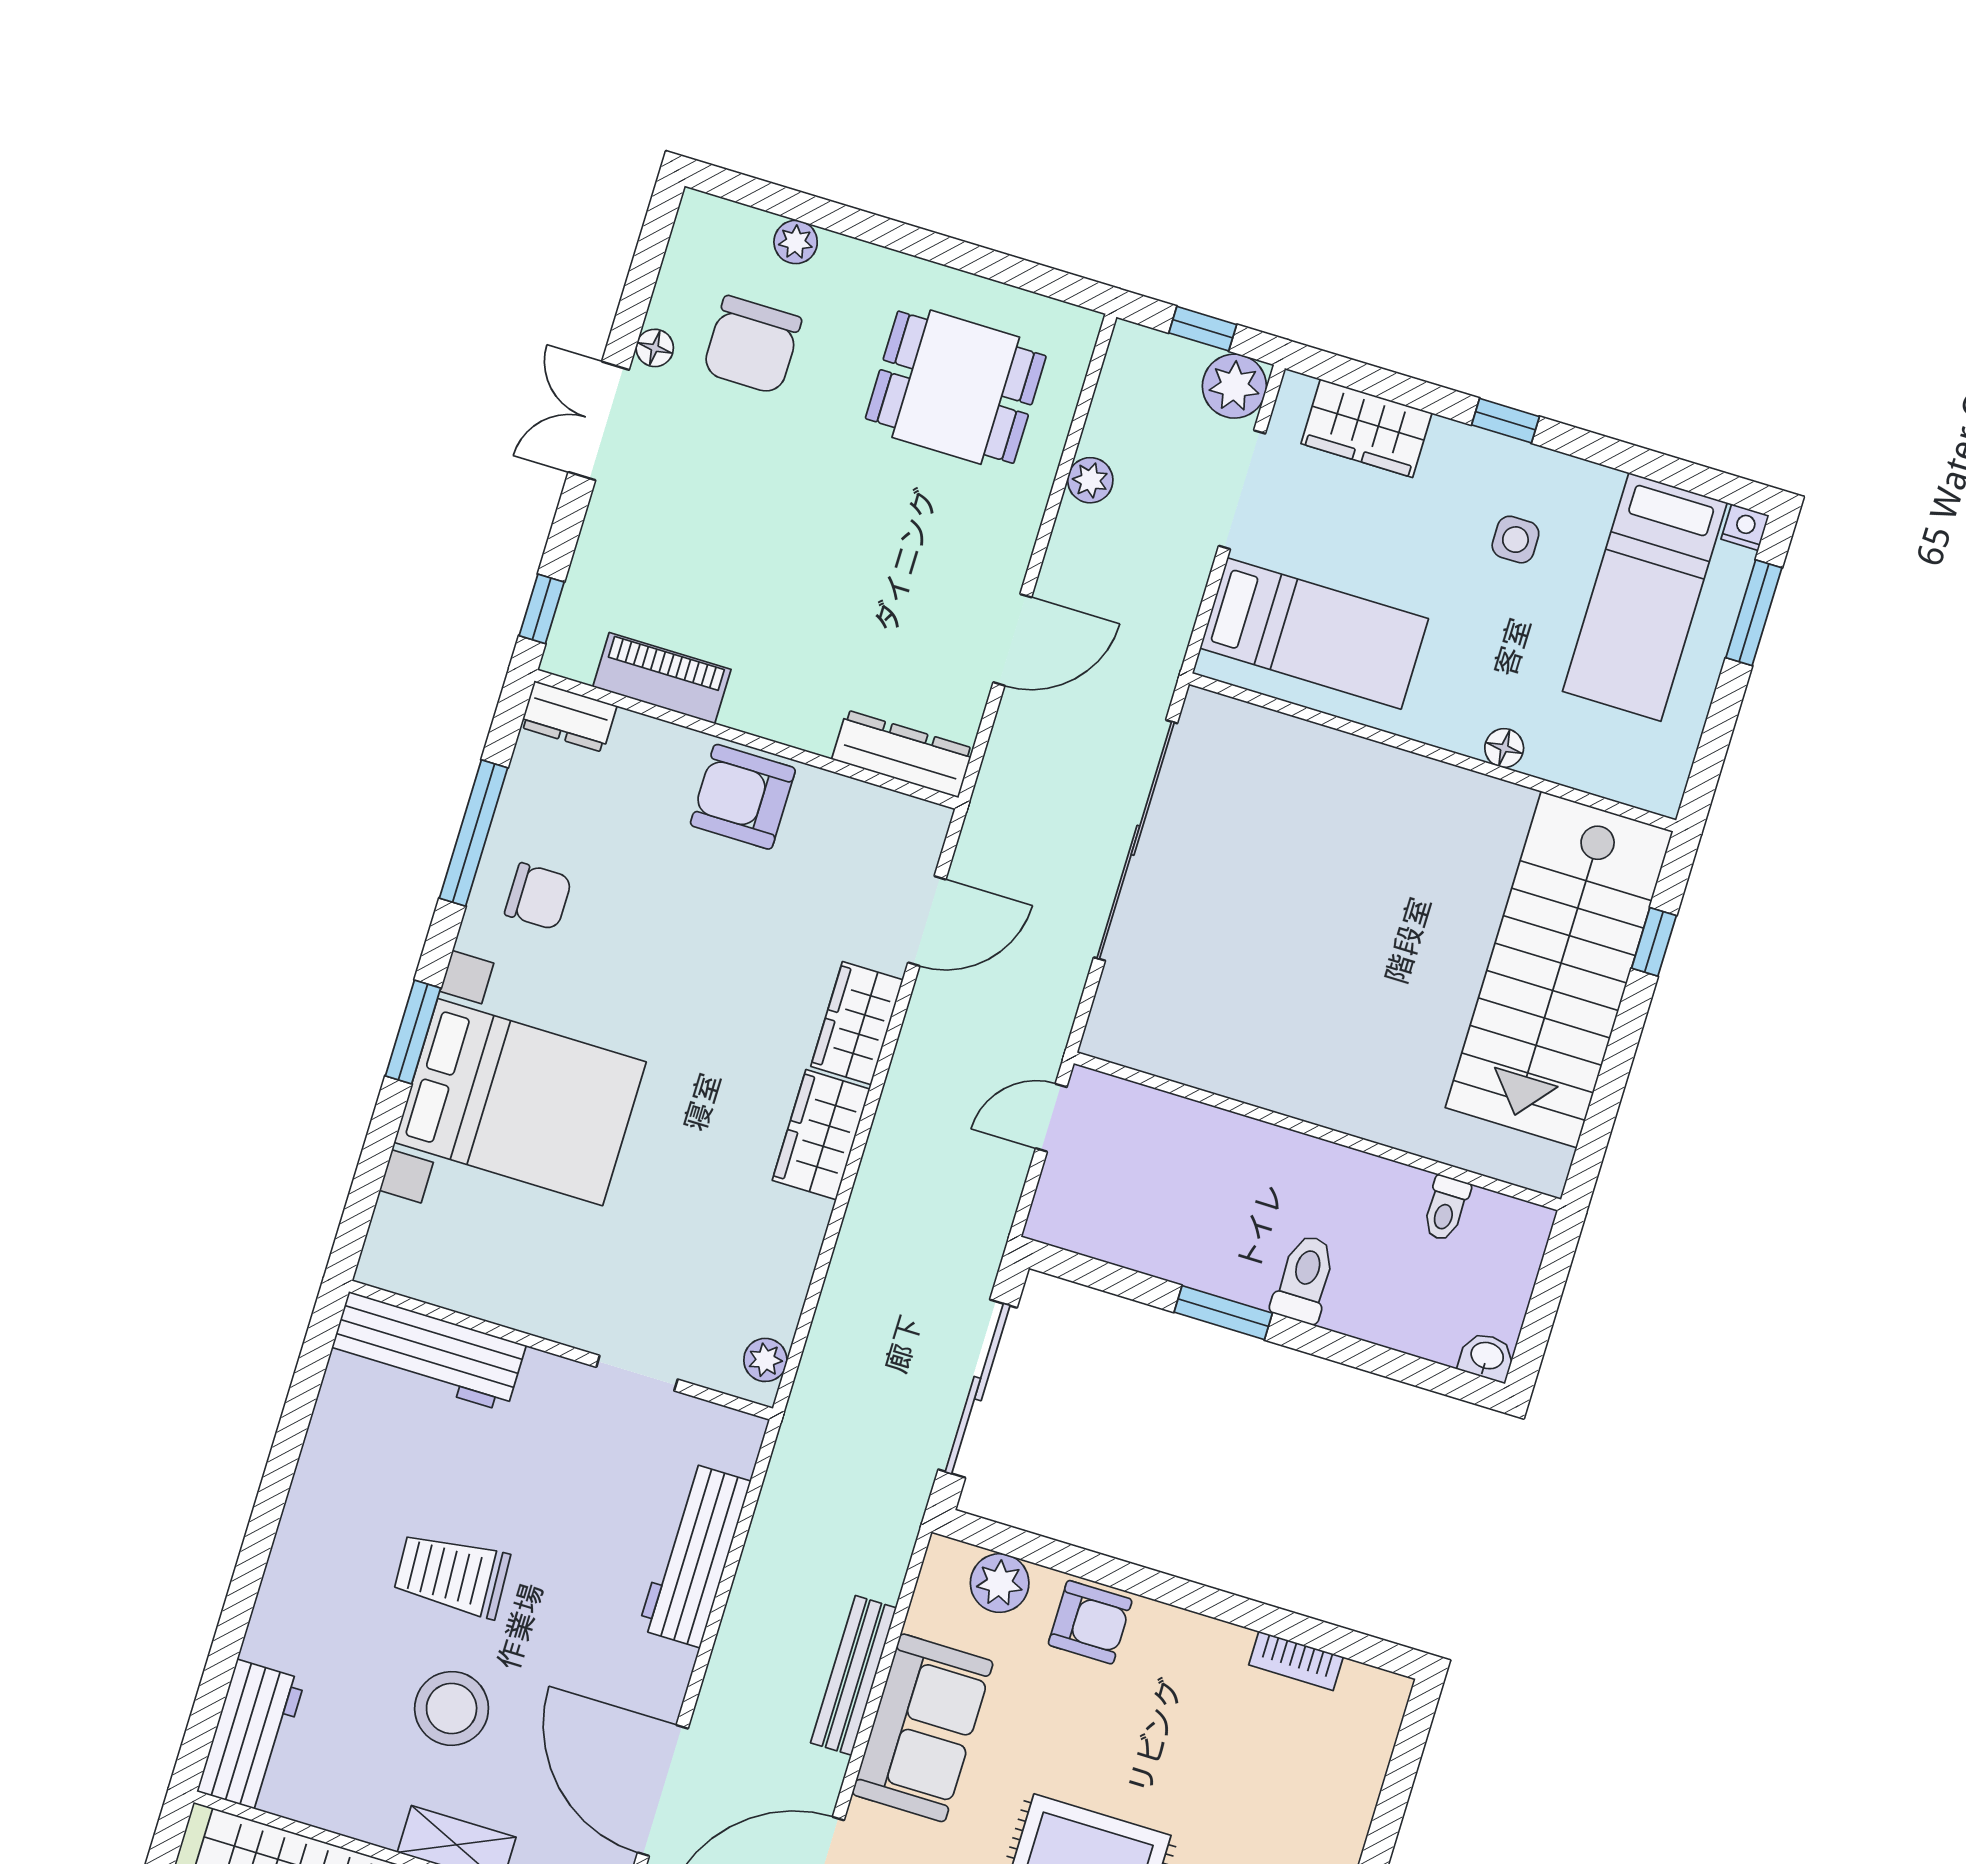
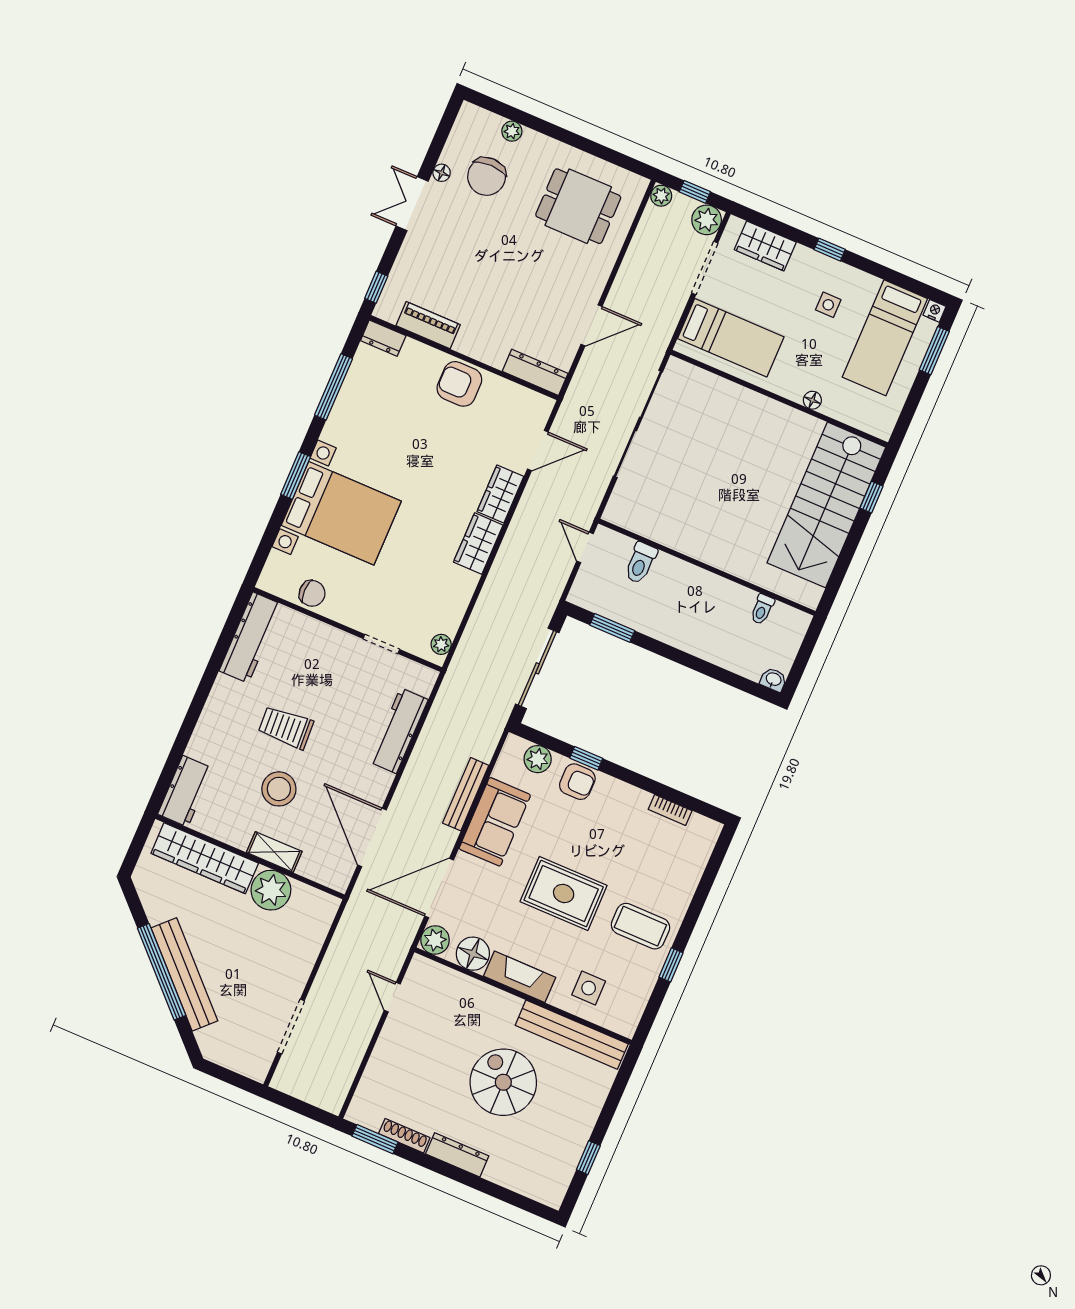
plant: (1090, 480) -> (661, 196), moved
chair: (538, 896) -> (312, 593), moved
door: (1051, 1118) -> (585, 547), hinge flipped
toilet: (1304, 1279) -> (641, 563), moved, turned 180
window: (1223, 1313) -> (612, 628), moved
workbench: (427, 1352) -> (251, 638), moved, turned -90
window: (1104, 1570) -> (586, 758), added

